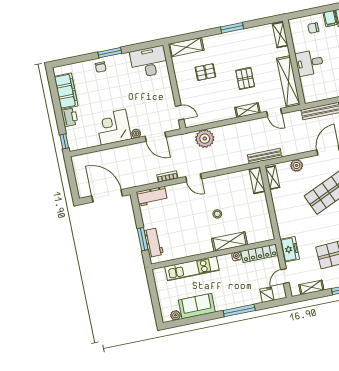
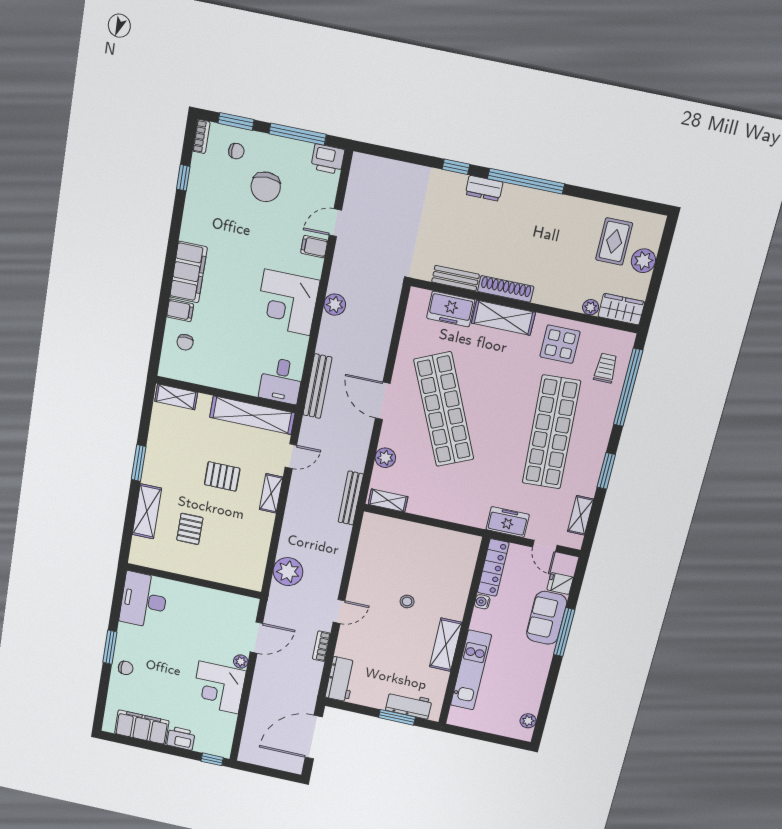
shelving: (186, 47) -> (147, 511), moved
desk: (309, 63) -> (281, 381), moved
door: (180, 113) -> (235, 590), removed
shelving: (257, 180) -> (382, 524), removed
shelving: (230, 242) -> (446, 645), moved
sofa: (197, 306) -> (547, 618), moved

